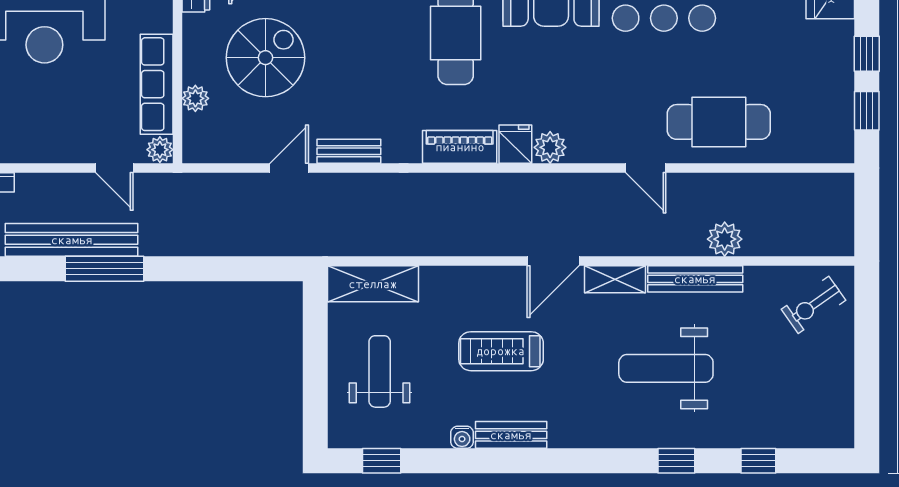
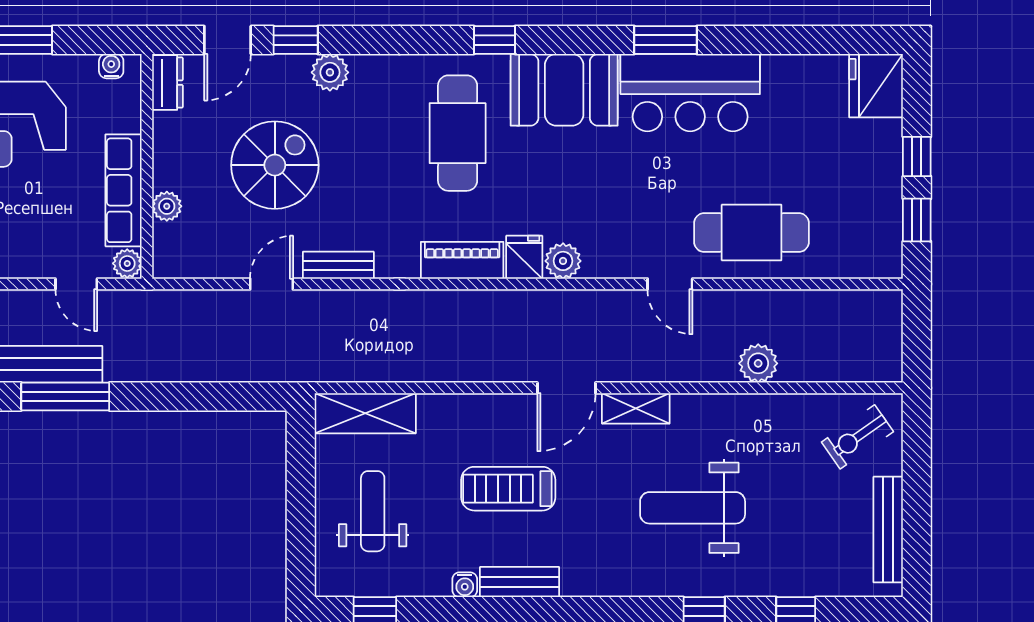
spiral stairs: (265, 58) -> (275, 165), moved
bench: (695, 279) -> (888, 530), moved, turned 90

